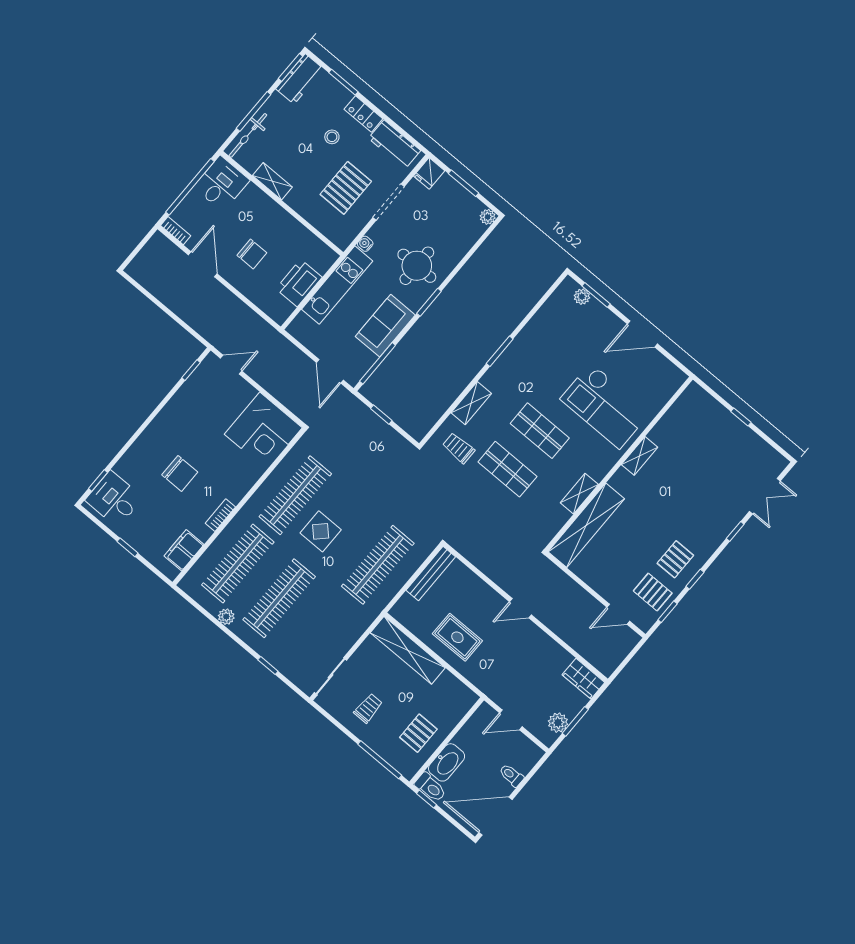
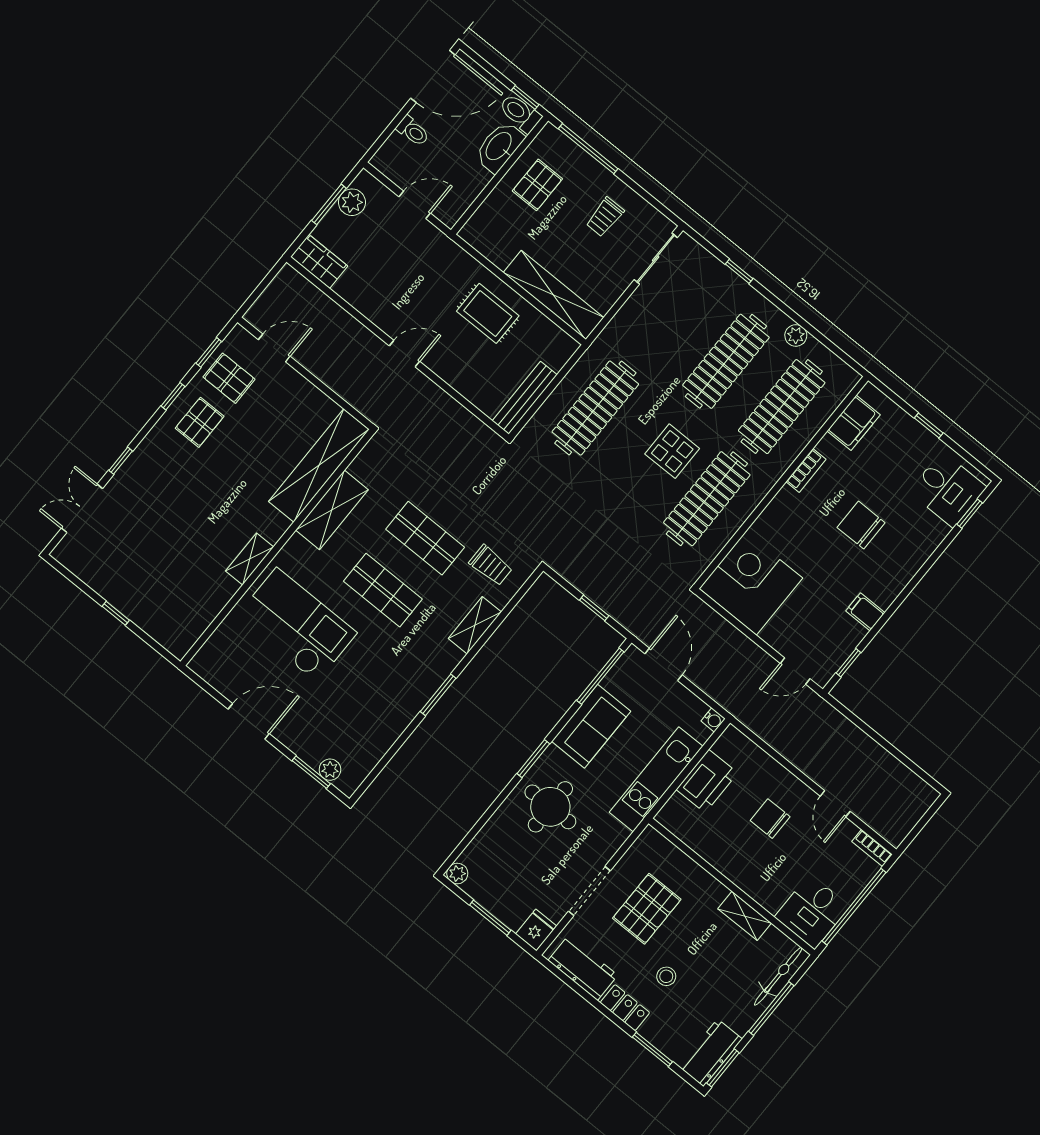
water cooler: (365, 244) -> (713, 720), moved
door: (203, 264) -> (835, 804), width x0.73
filing cabinet: (178, 408) -> (865, 612), added
shelving: (579, 494) -> (332, 510), width x1.50, depth x1.33

